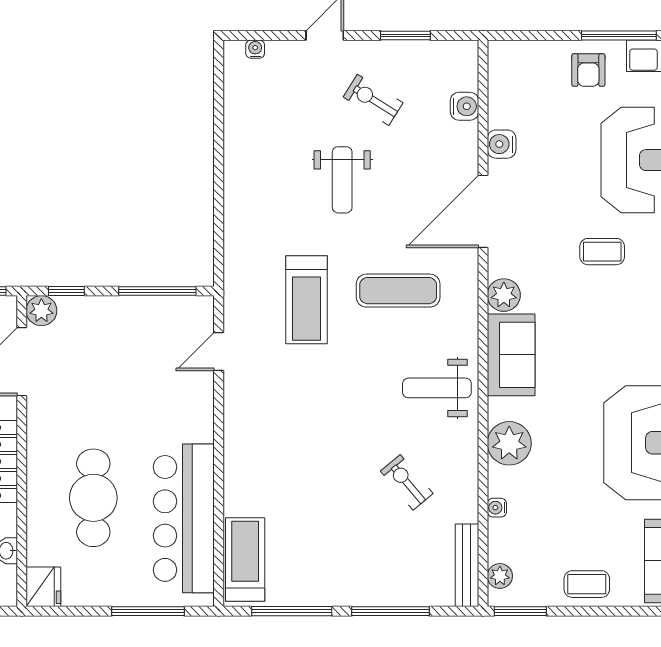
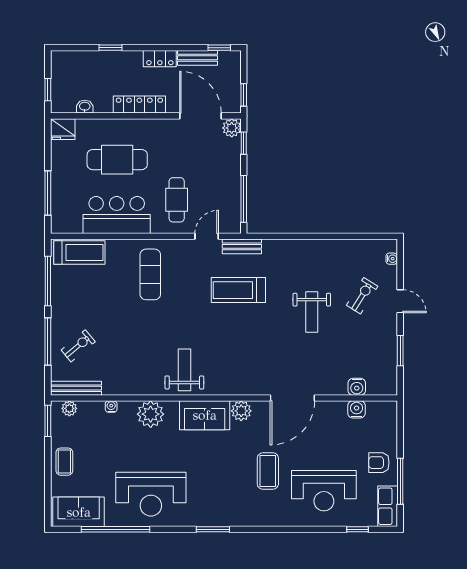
exercise bike: (373, 100) -> (362, 296), moved
water cooler: (502, 144) -> (357, 409), moved
weight bench: (342, 180) -> (312, 312), turned -90
door: (483, 211) -> (292, 398), swing flipped
coffee table: (602, 252) -> (268, 471), width x1.36, depth x1.30
exercise mat: (398, 291) -> (150, 274), moved
bench: (235, 294) -> (242, 246), added
door: (219, 352) -> (207, 236), hinge flipped
cafe table: (159, 401) -> (177, 200), added
exercise bike: (407, 482) -> (78, 346), moved
bar counter: (184, 518) -> (117, 215), width x0.73

